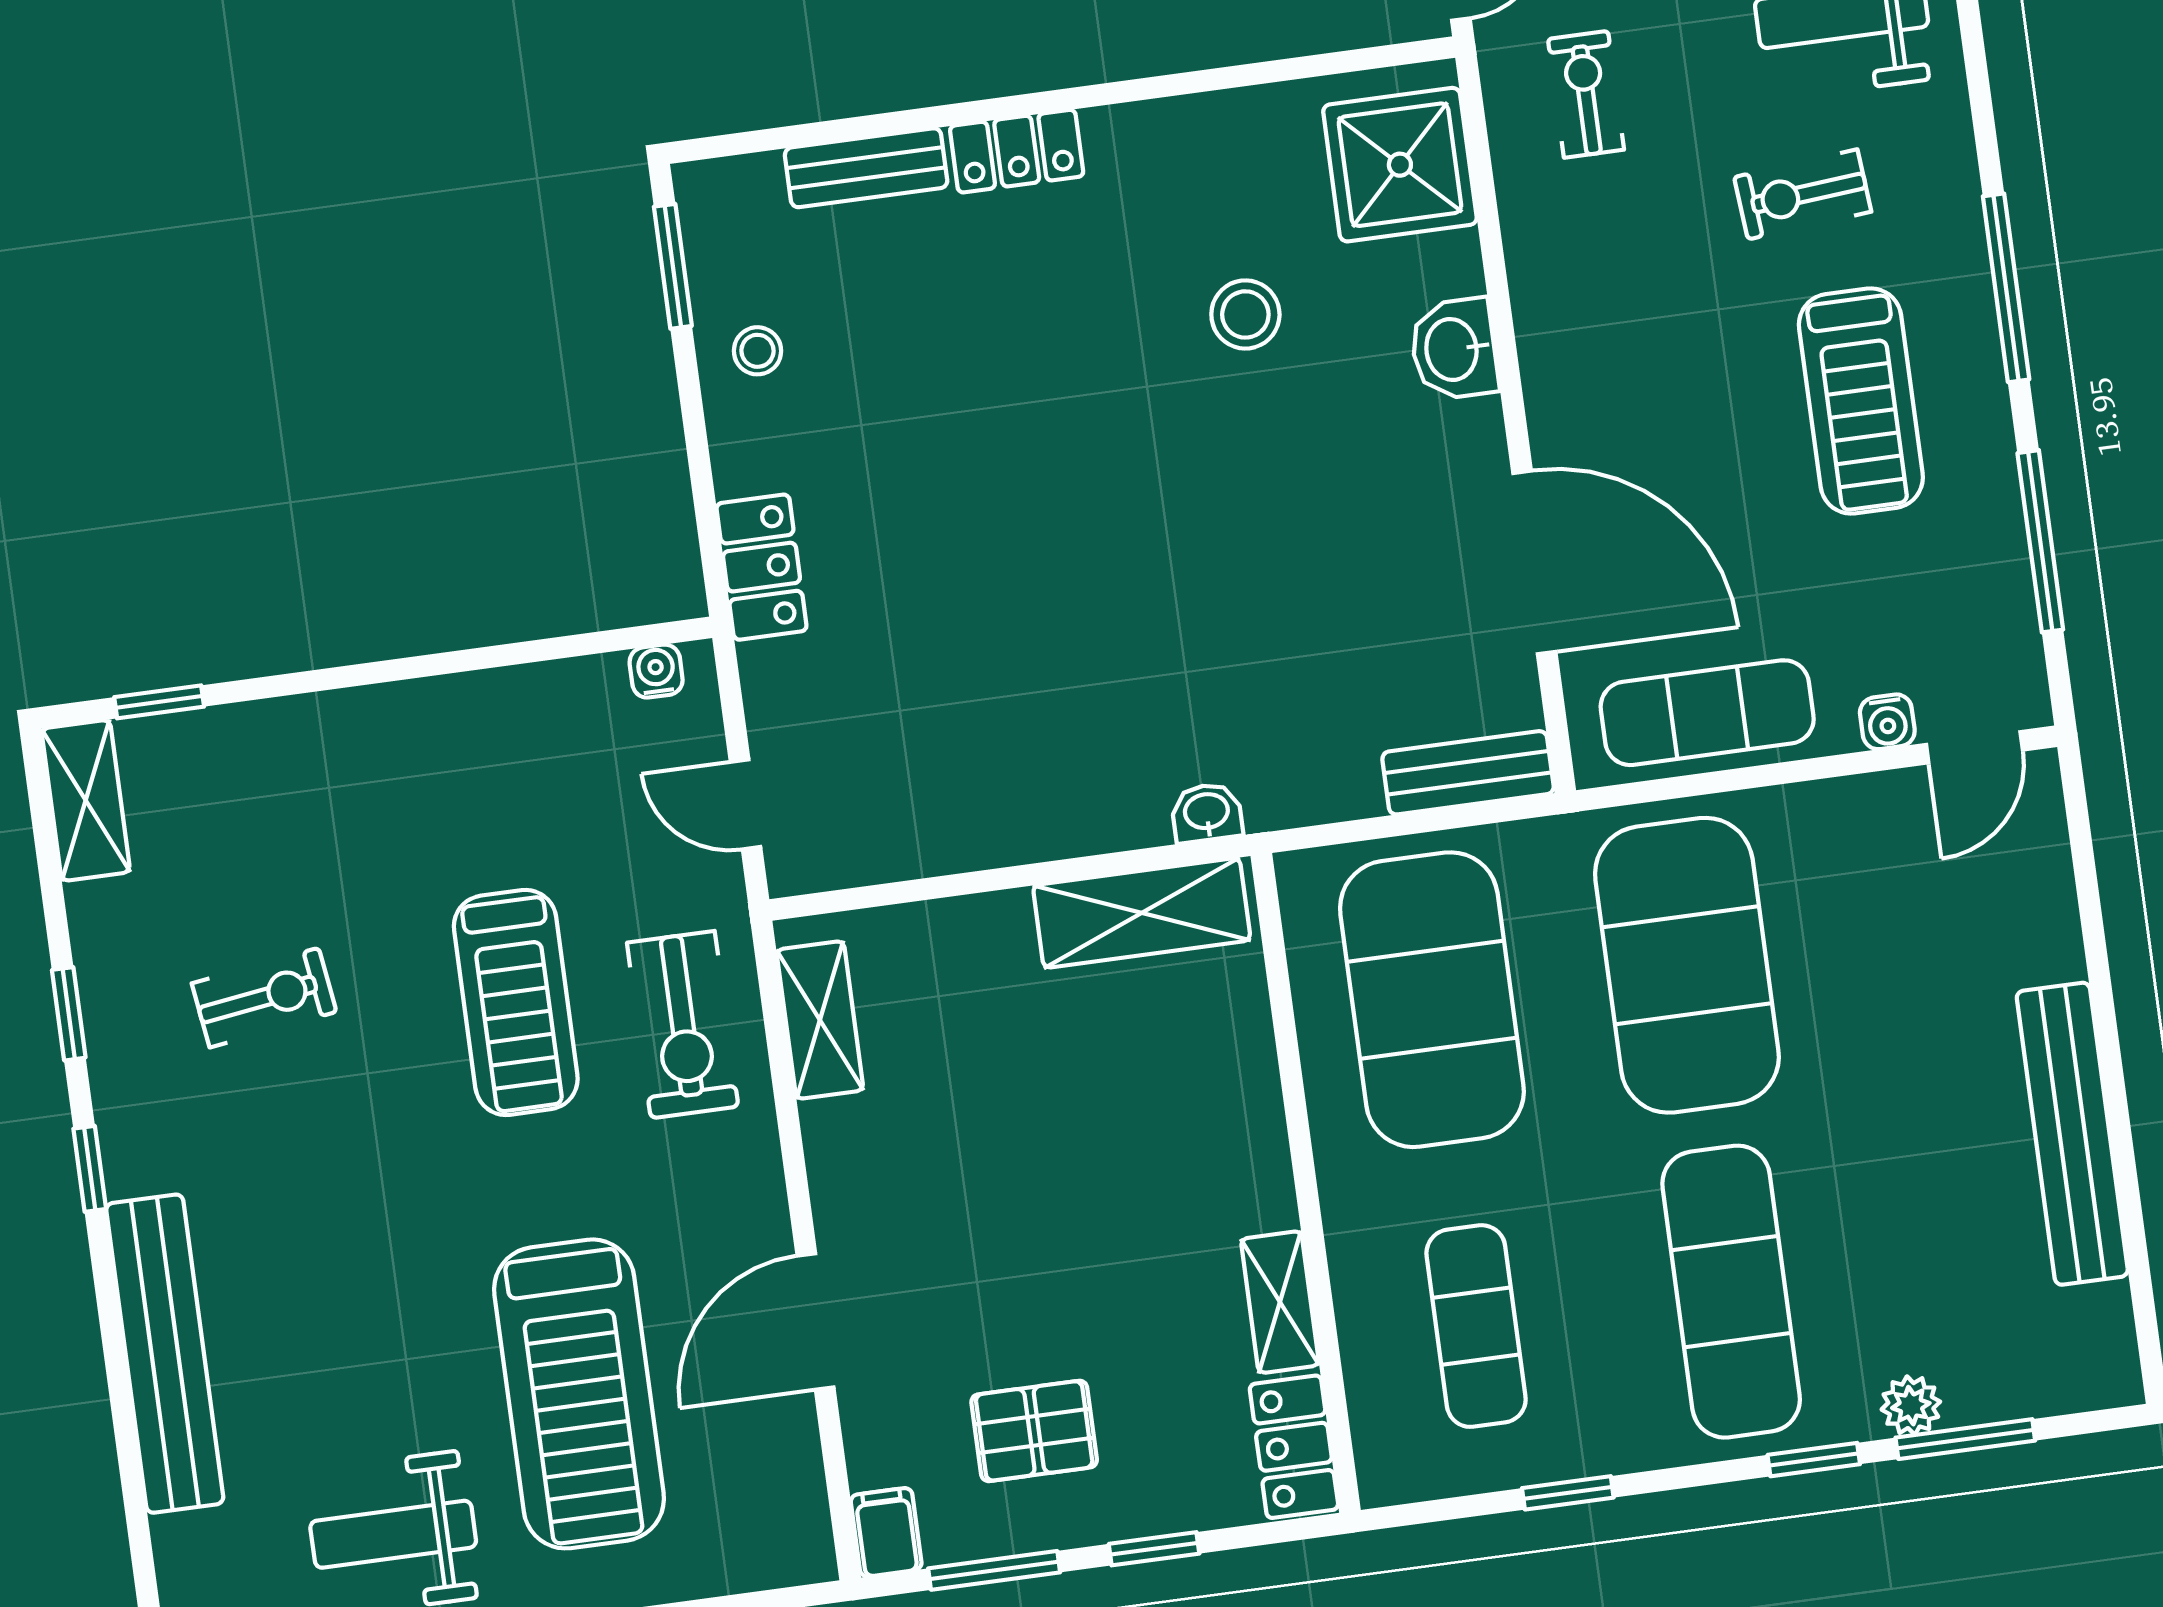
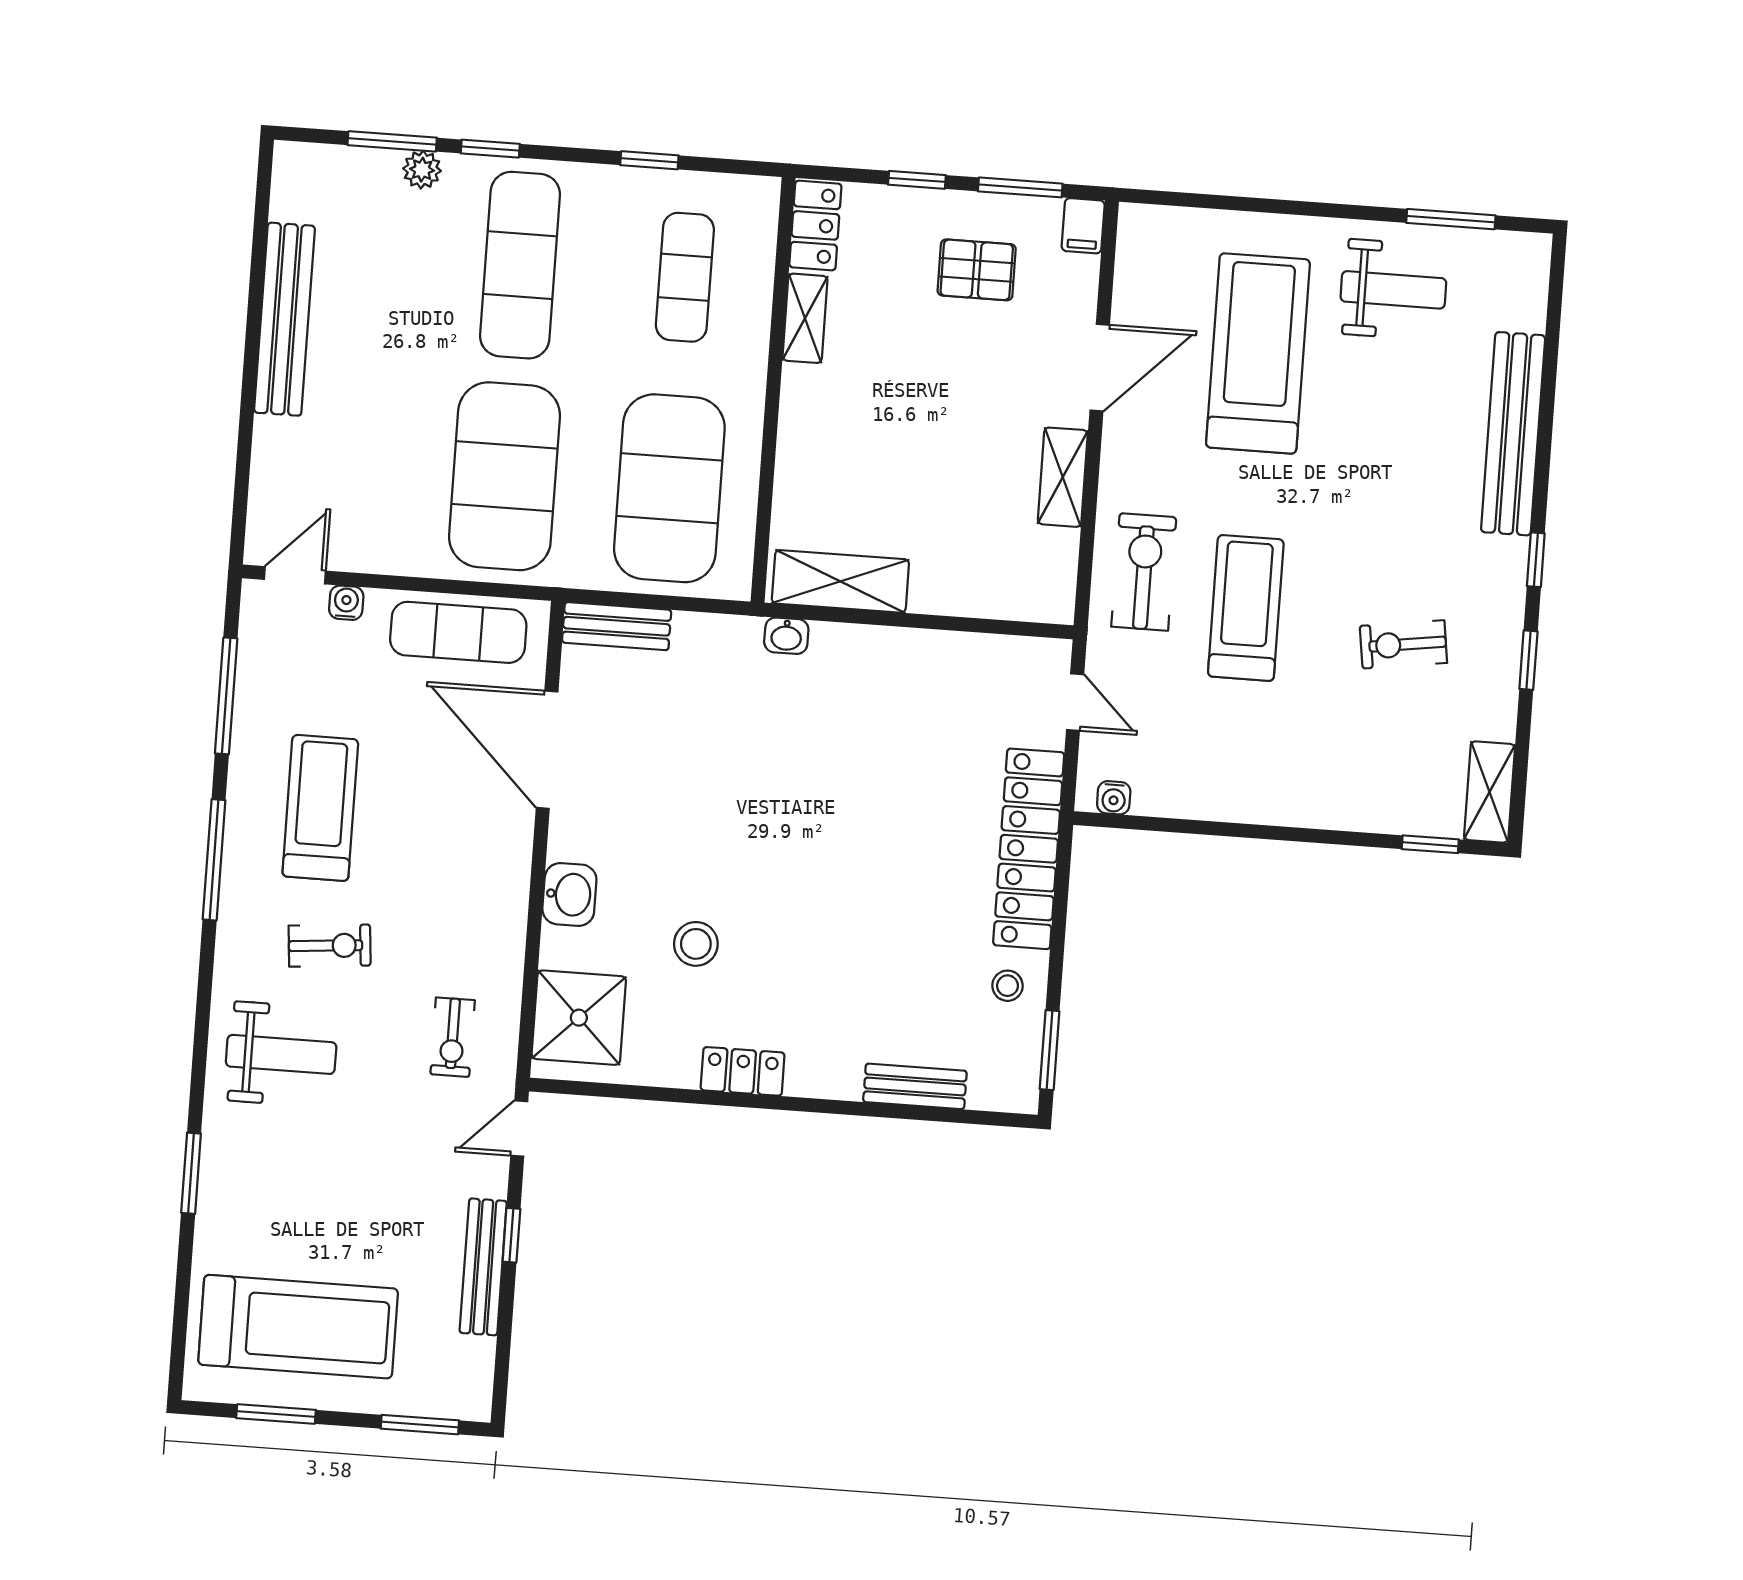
locker: (1017, 151) -> (743, 1071), moved
locker: (762, 567) -> (1029, 849), width x2.16, depth x1.21
shelving: (820, 1020) -> (1063, 477), moved

